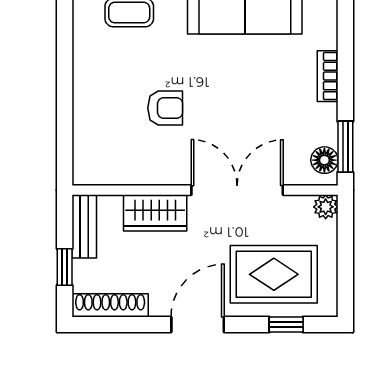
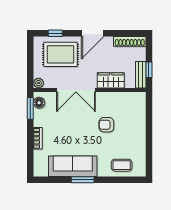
window: (65, 267) -> (149, 70), moved

